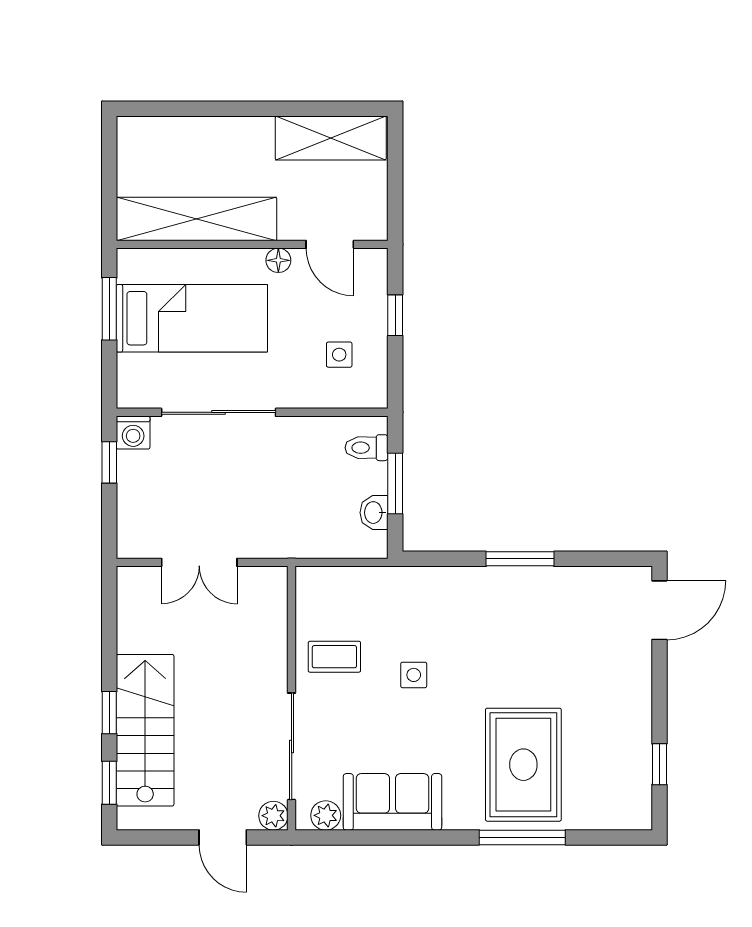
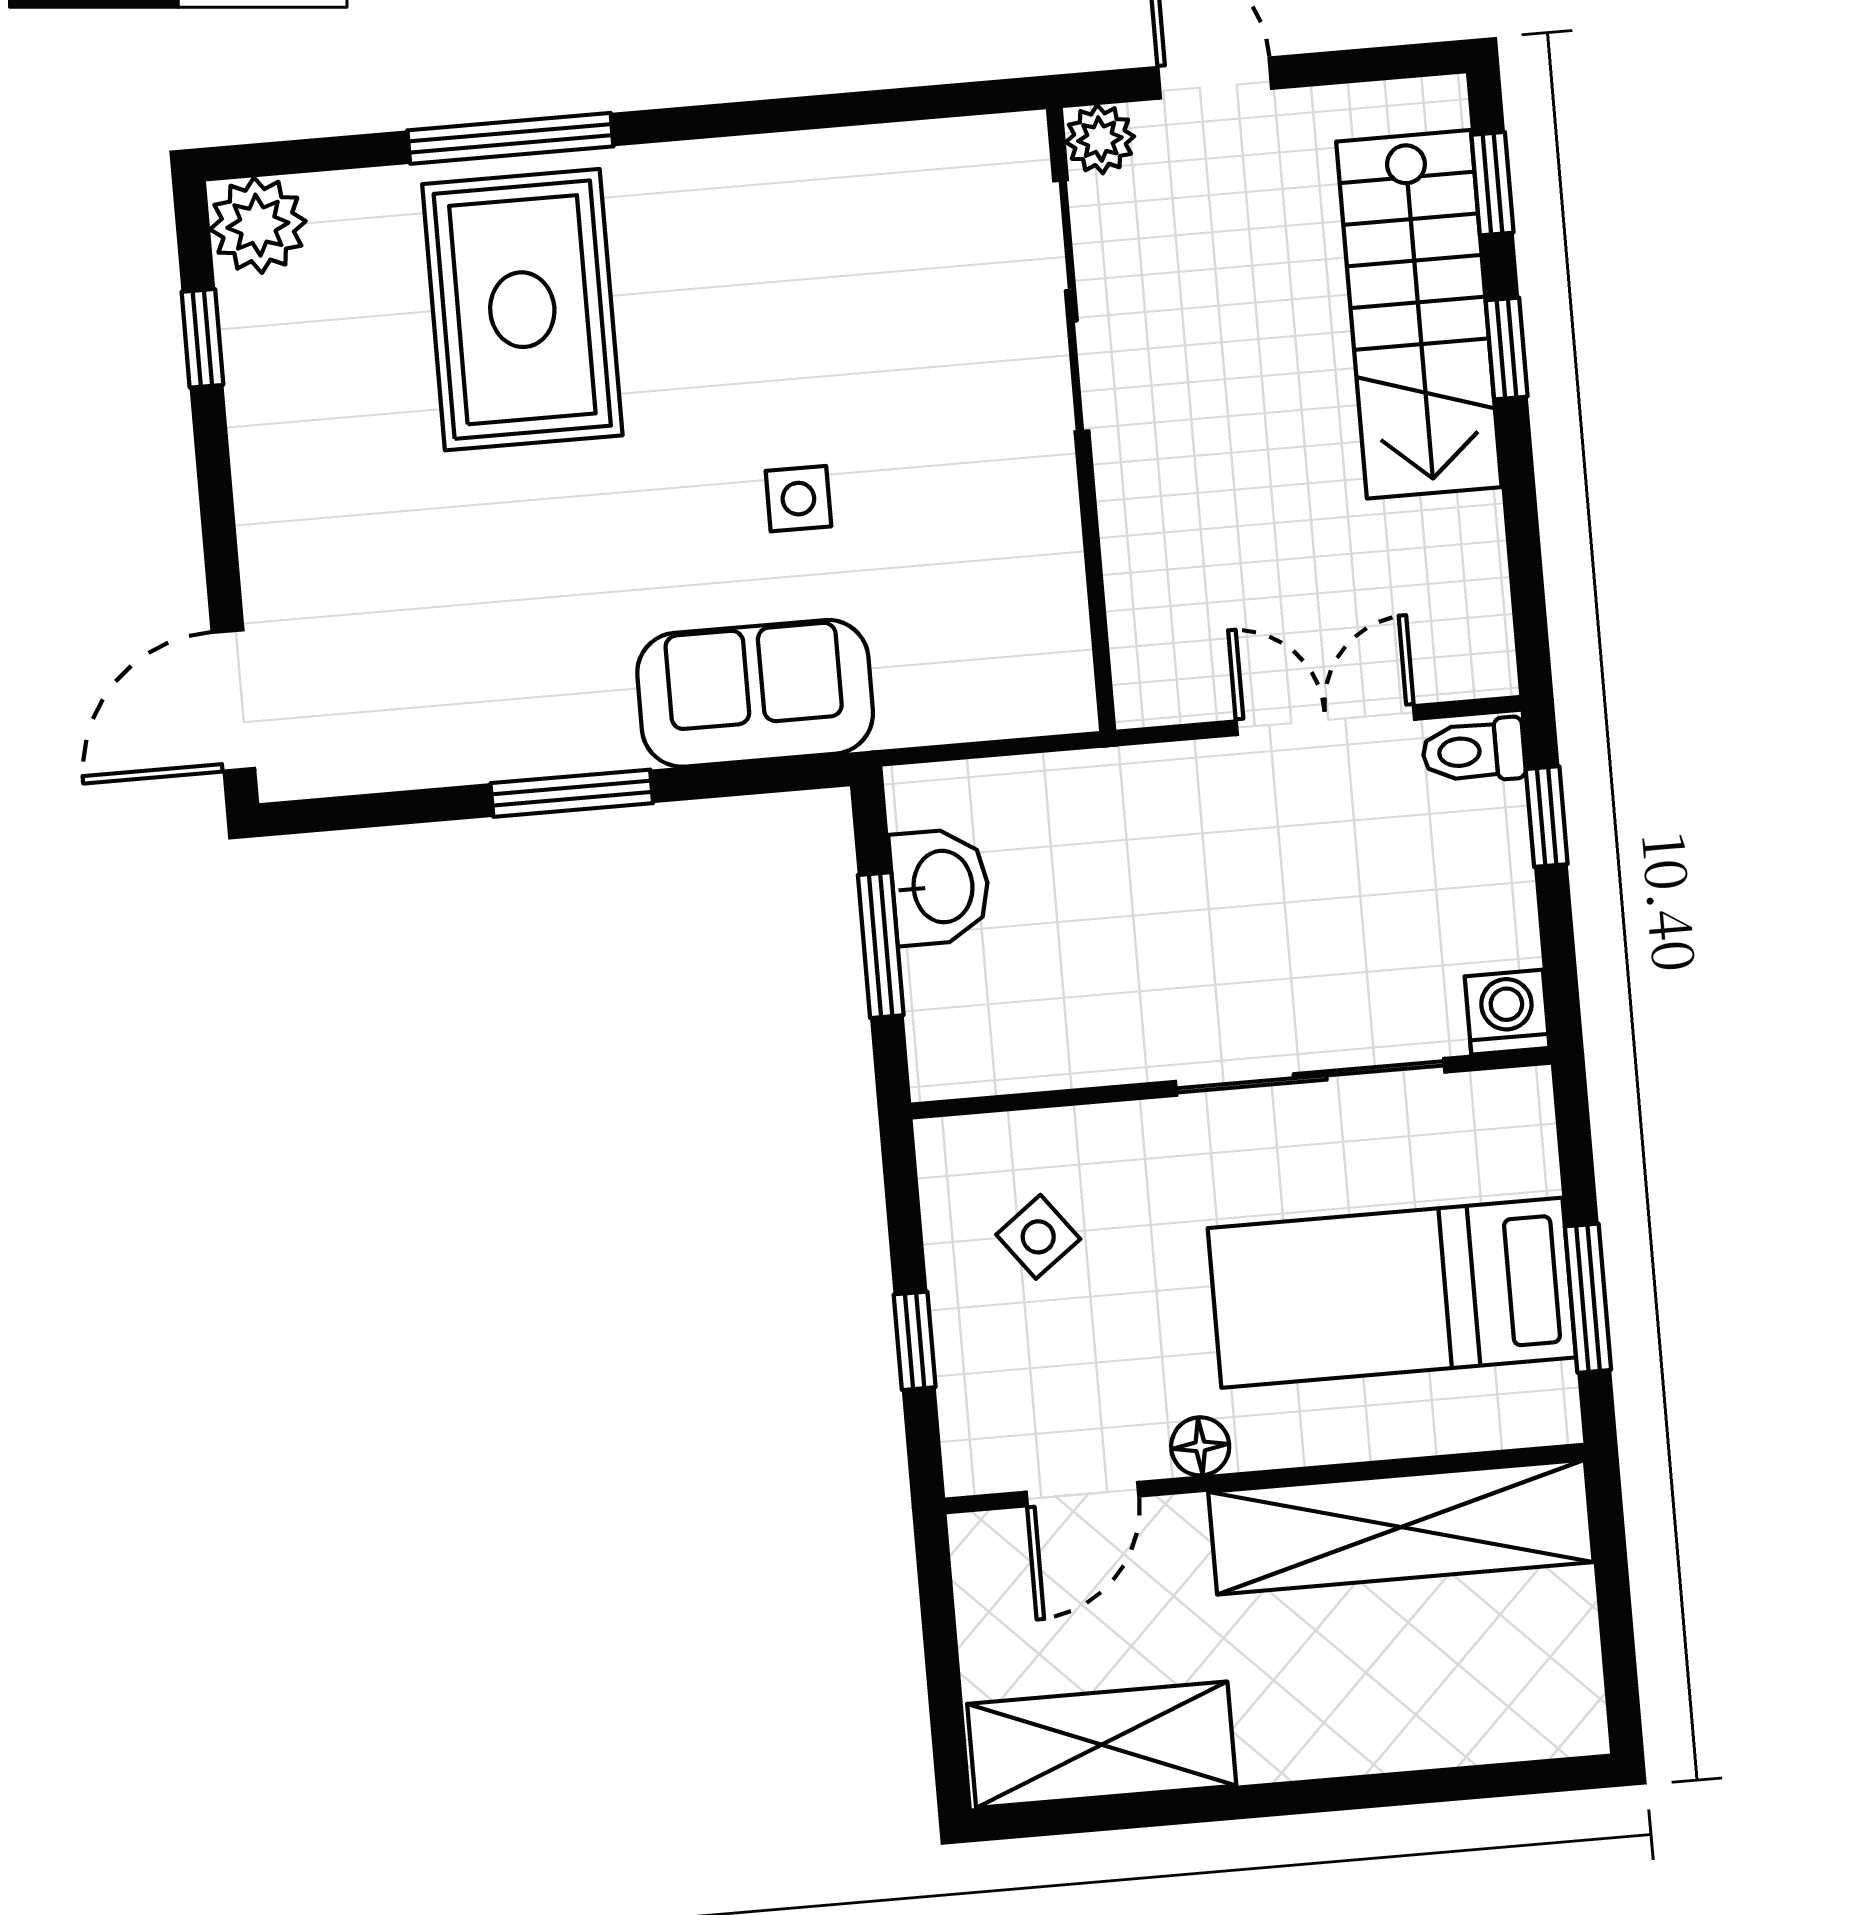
door: (330, 244) -> (1082, 1494), swing flipped
side table: (339, 355) -> (1038, 1237), turned -37
toilet: (367, 448) -> (1474, 751), moved, turned 180
window: (109, 462) -> (1547, 817), moved
washbasin: (374, 513) -> (940, 887), width x1.38, depth x1.45
coffee table: (334, 657) -> (989, 525), removed
sofa: (392, 802) -> (755, 693), moved, turned 180
plant: (326, 815) -> (258, 225), moved, width x1.38, depth x1.38

